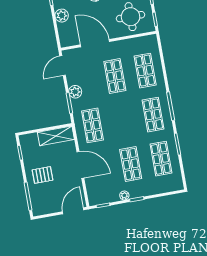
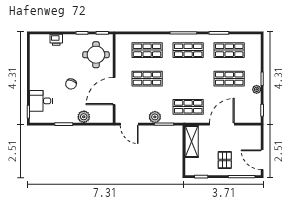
door: (73, 211) -> (262, 160), moved

